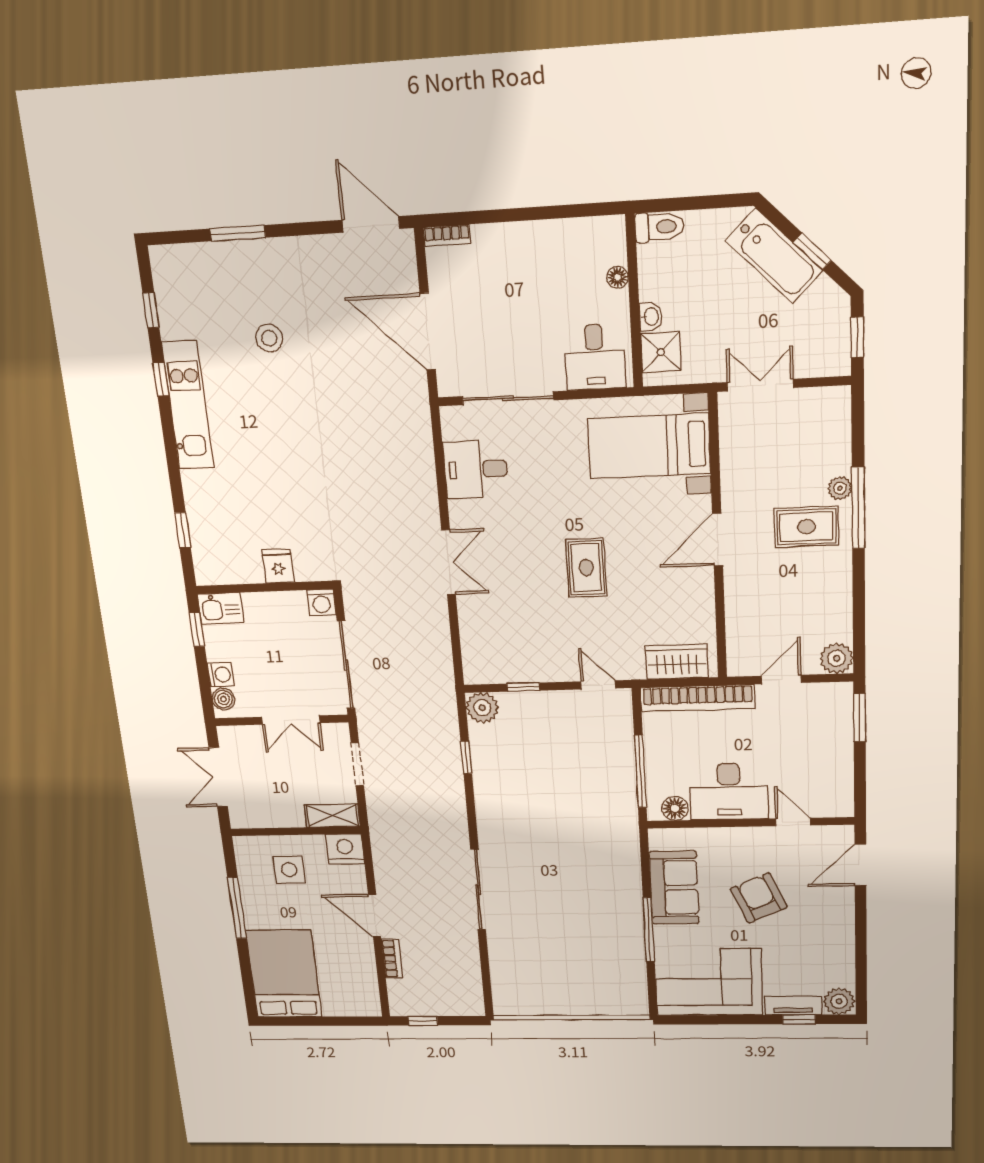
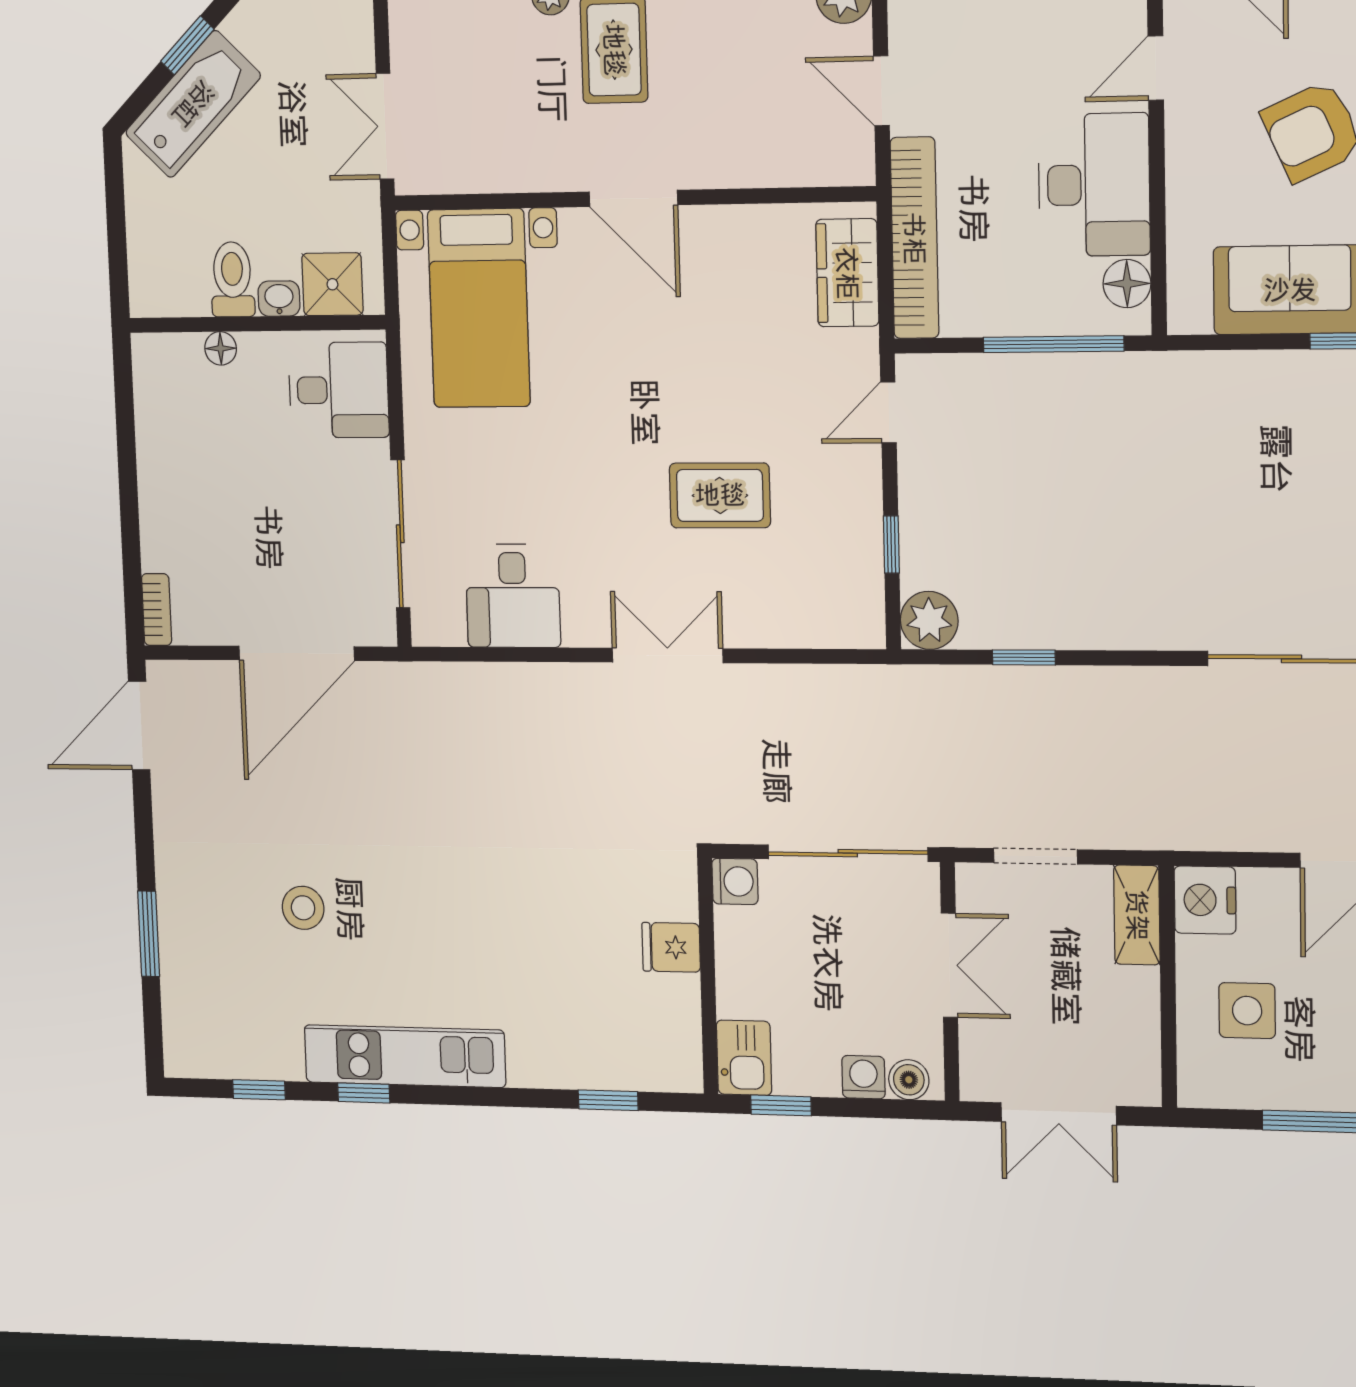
toilet: (659, 227) -> (232, 279), moved
rug: (586, 568) -> (720, 495), moved

